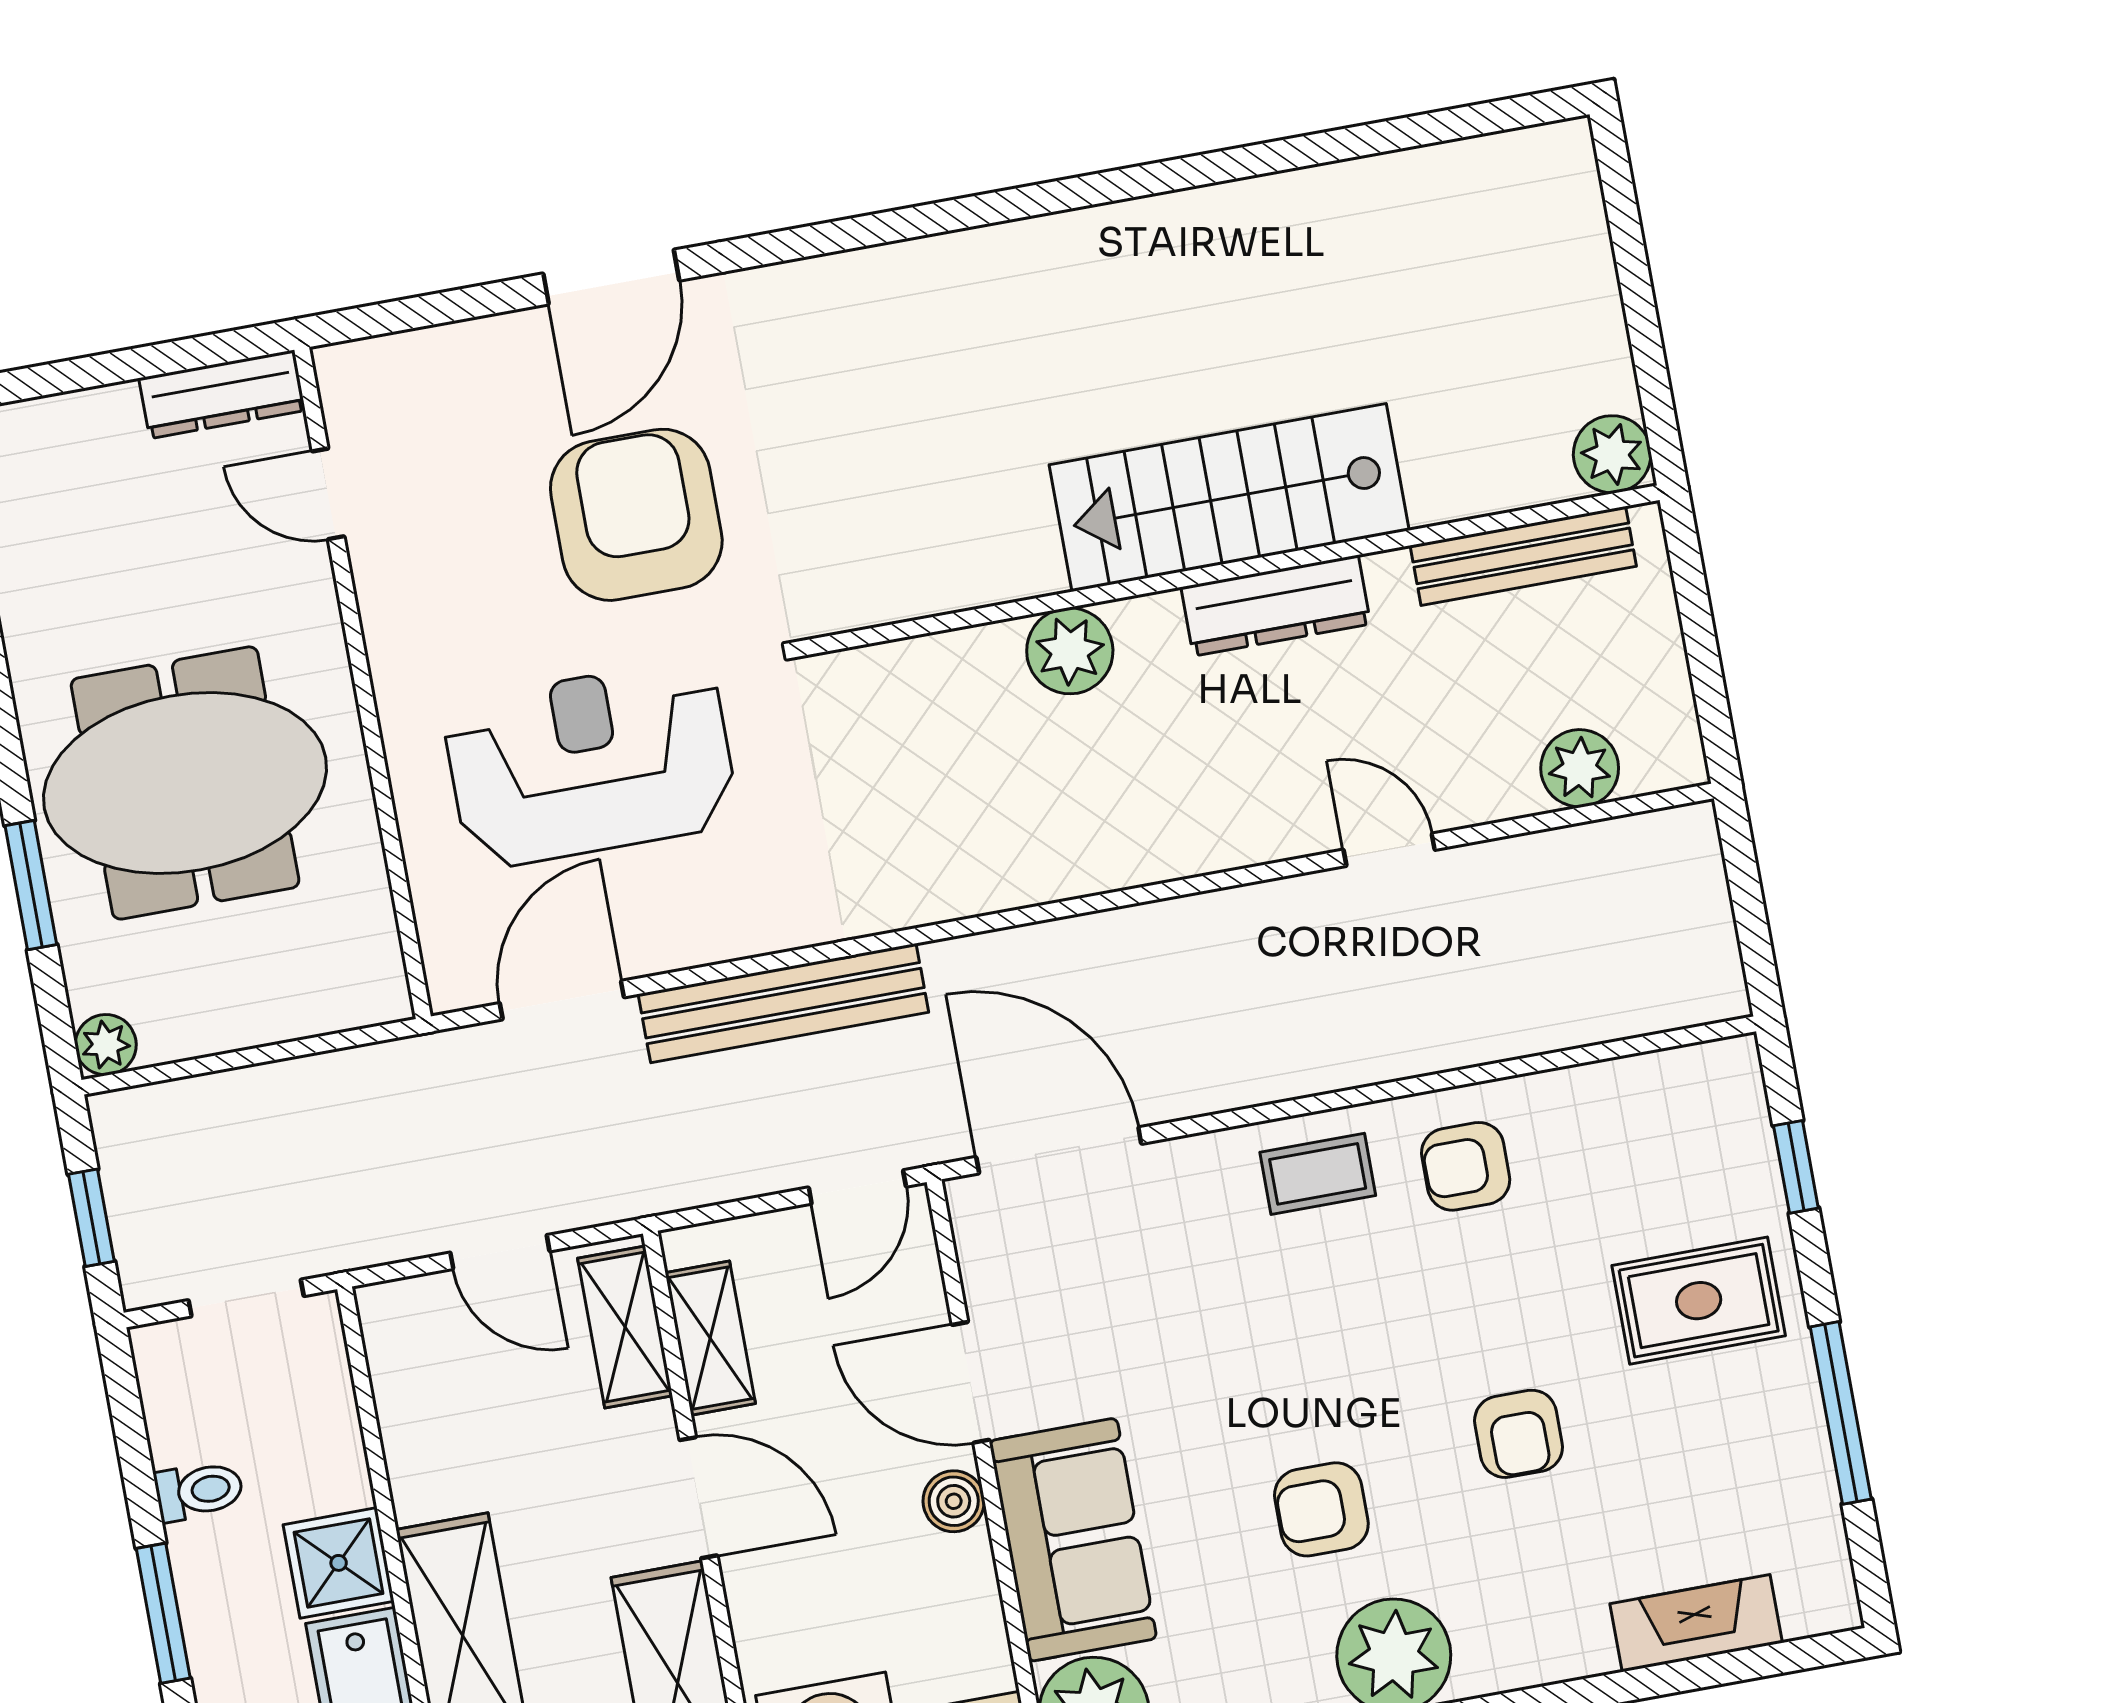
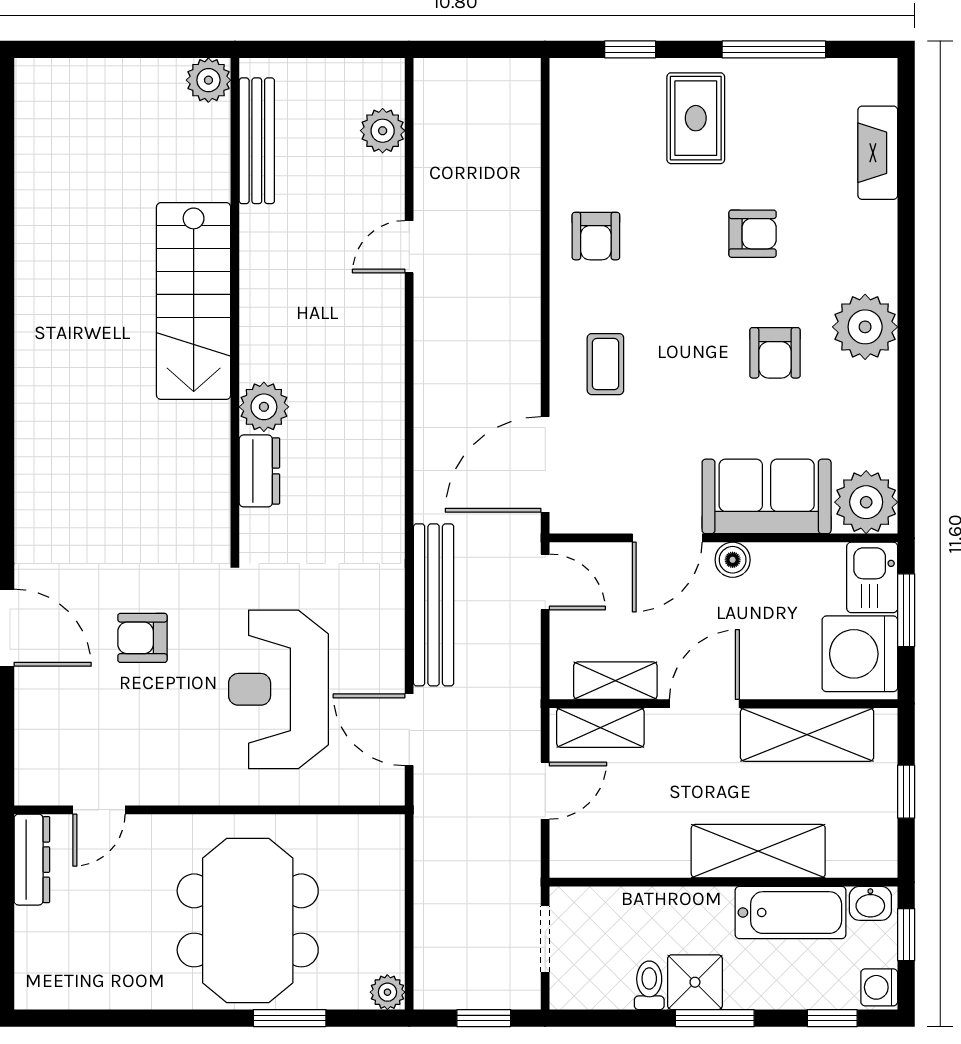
armchair: (636, 515) -> (142, 638), width x0.53, depth x0.53
dresser: (1276, 606) -> (259, 471), moved, width x0.70
coffee table: (1318, 1174) -> (605, 364), moved
shower: (339, 1563) -> (695, 982), moved

